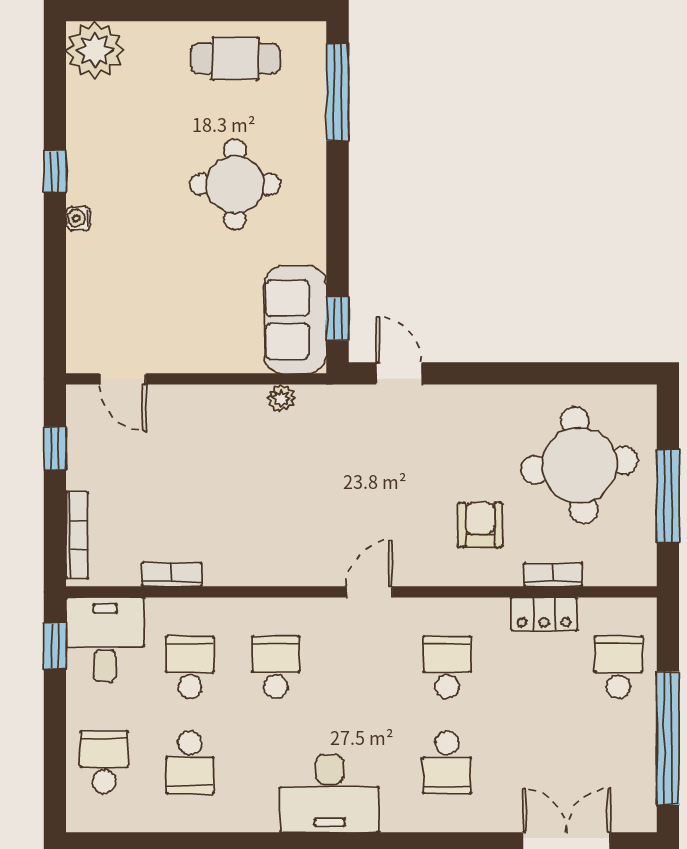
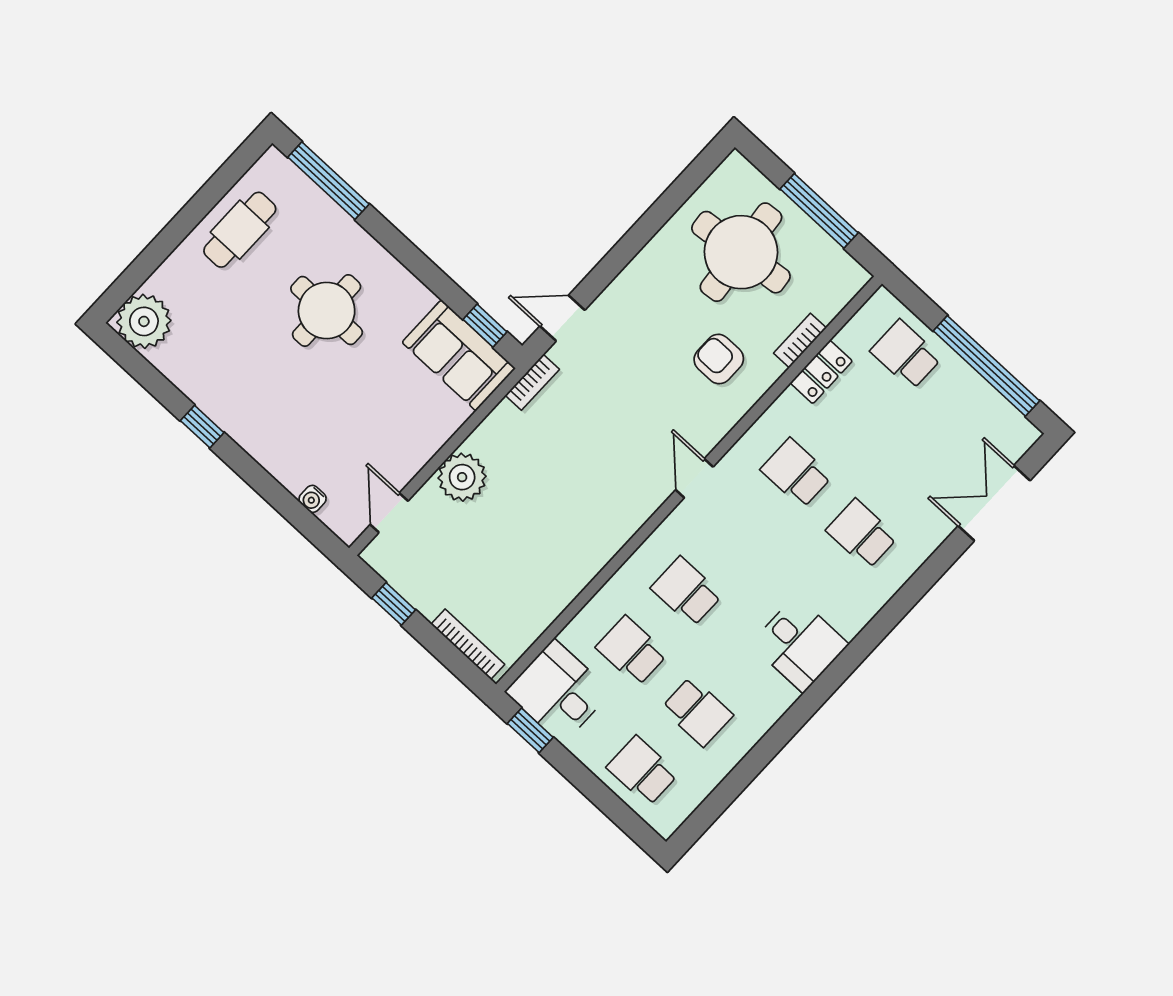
water cooler: (78, 218) -> (313, 499), moved
door: (123, 379) -> (389, 513), swing flipped
plant: (281, 398) -> (462, 477), moved, width x1.88, depth x1.88
bookcase: (172, 574) -> (532, 382), moved, turned 180
school desk: (447, 762) -> (862, 534), turned 180
desk: (330, 793) -> (799, 644), width x0.73

